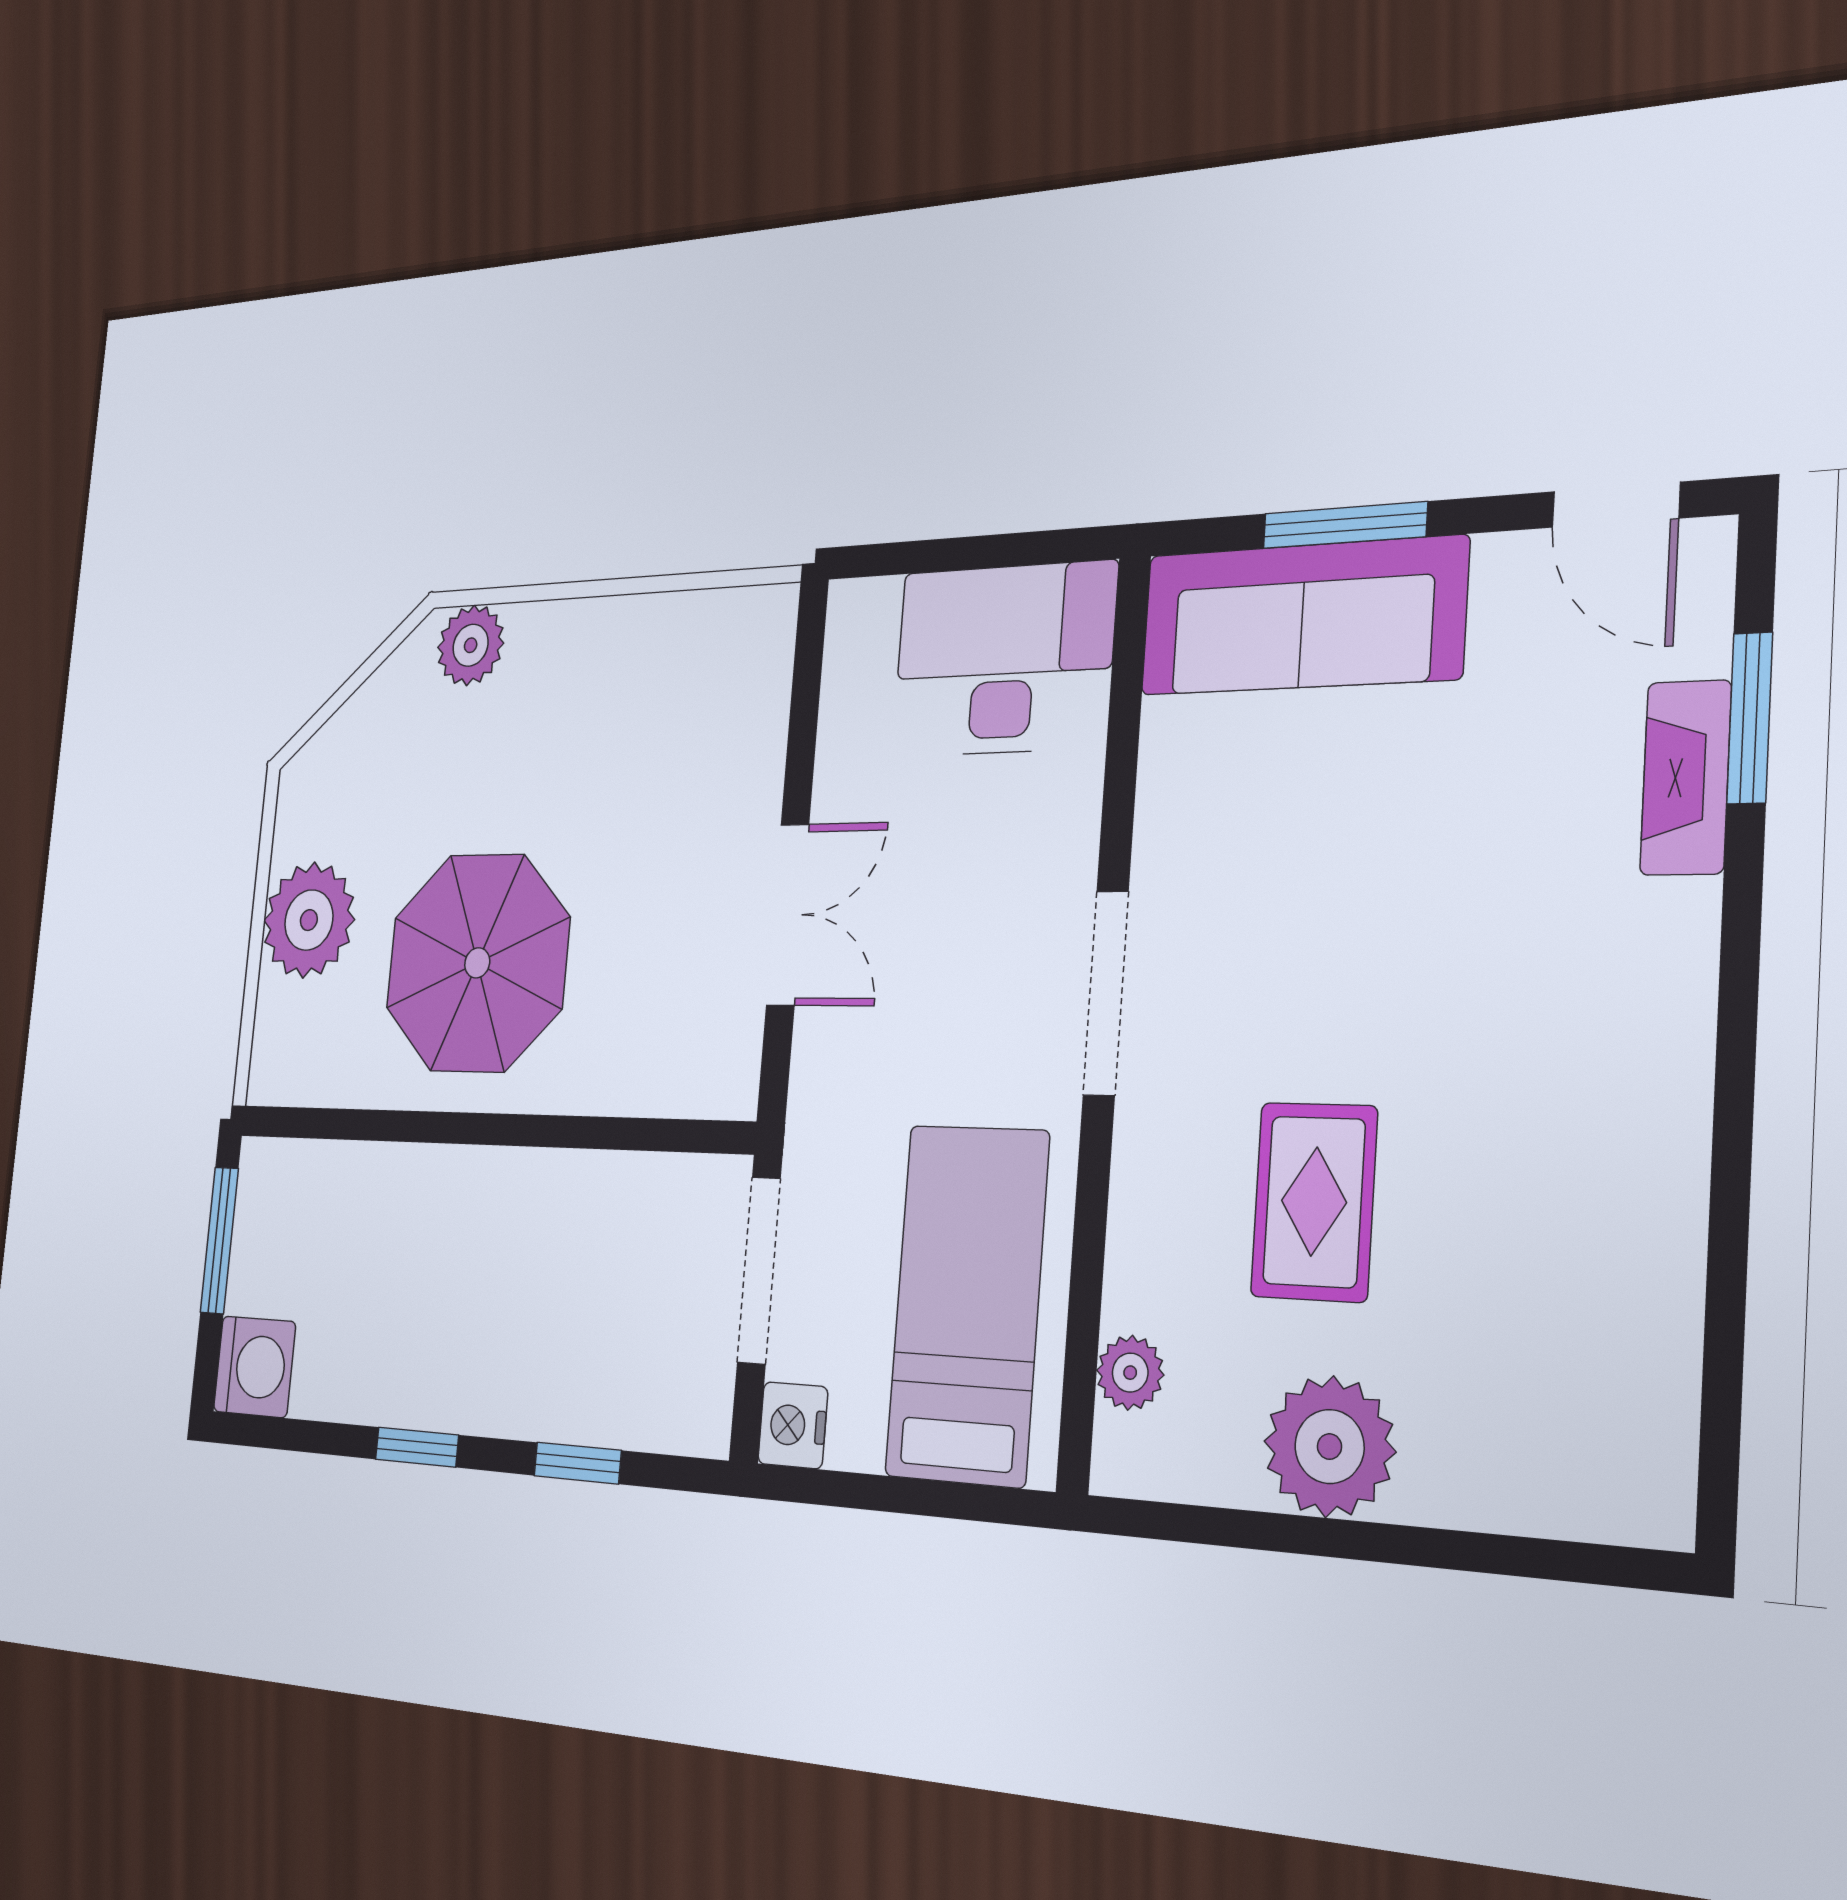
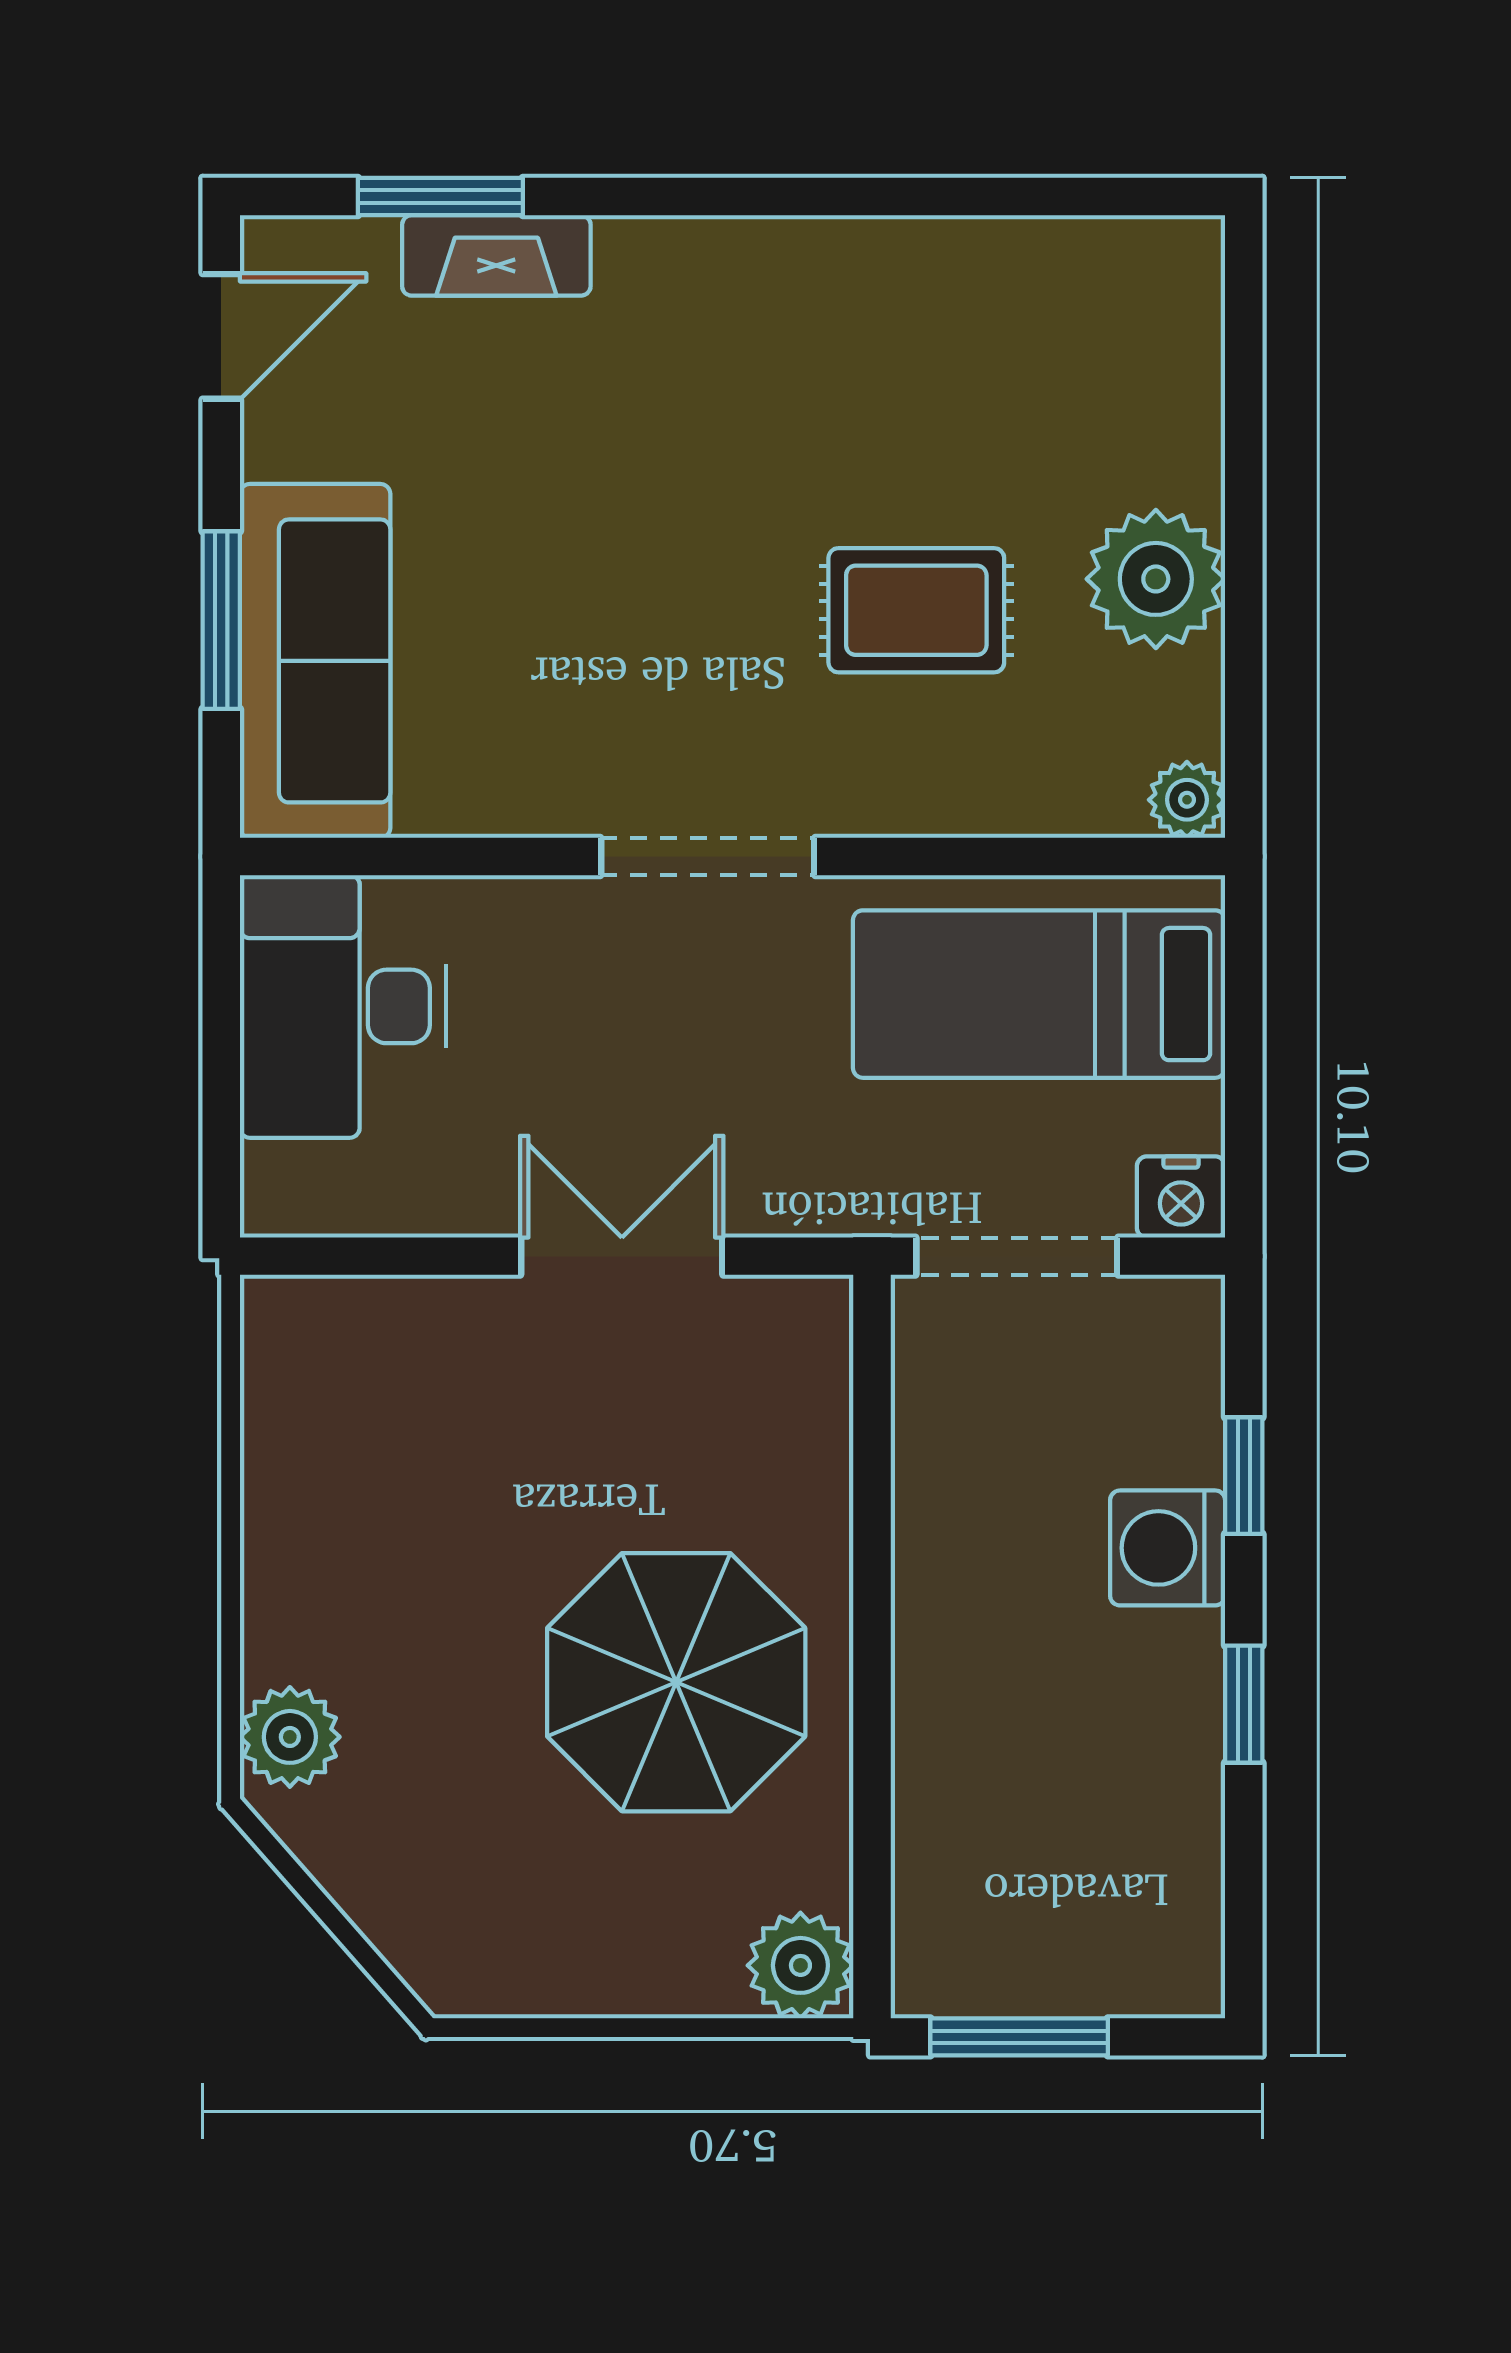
plant: (309, 920) -> (800, 1965), moved, width x0.73, depth x0.73
washing machine: (255, 1367) -> (1168, 1548), moved, turned -90
plant: (1130, 1373) -> (1187, 800), moved

